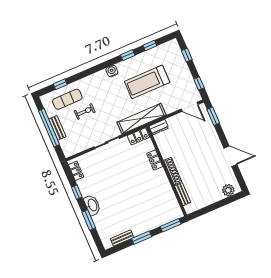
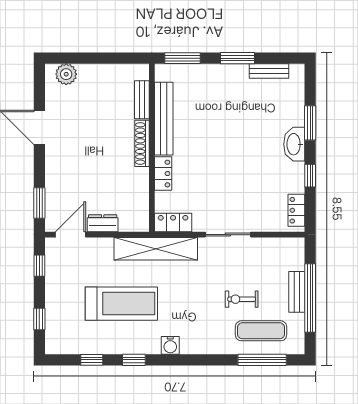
window: (60, 84) -> (262, 360), width x2.17
door: (190, 107) -> (70, 235), hinge flipped
dresser: (159, 127) -> (103, 223), moved
bench: (167, 189) -> (164, 119), added

